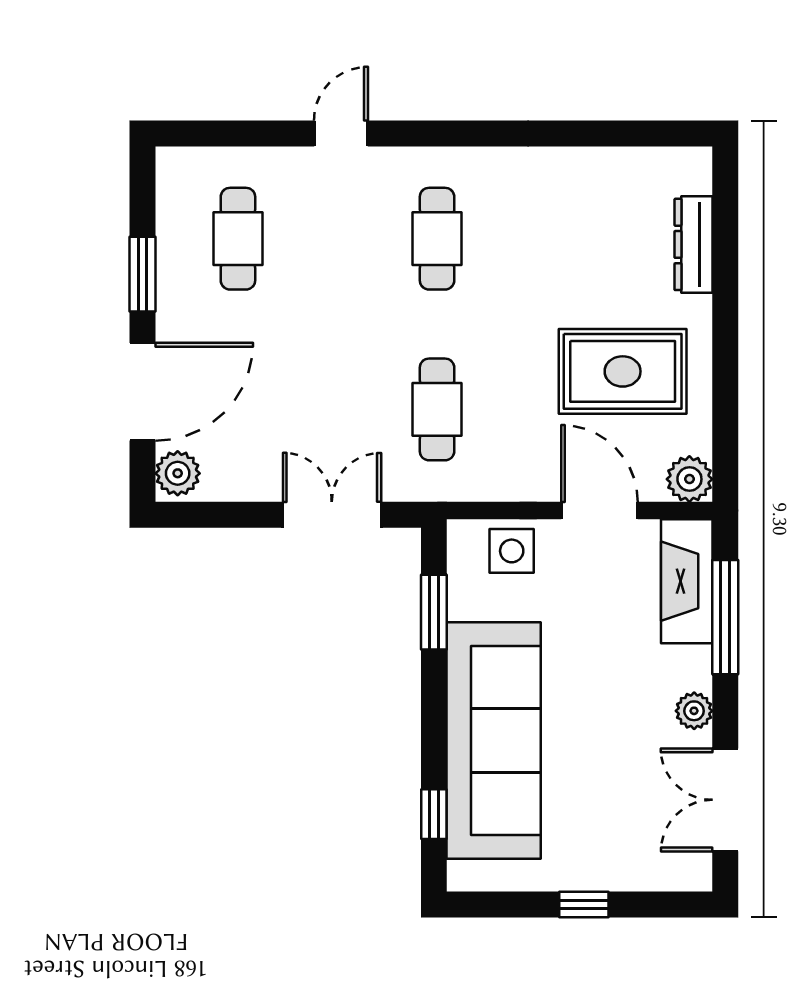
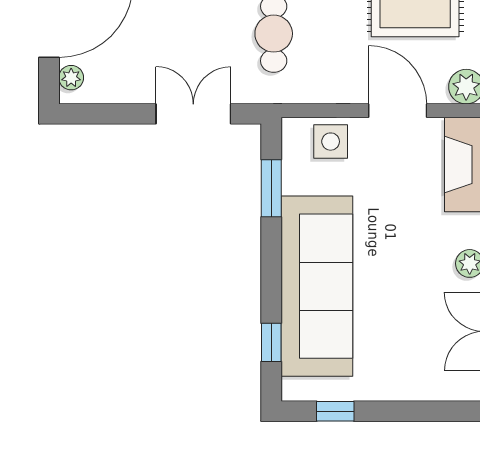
plant: (178, 473) -> (71, 78), width x0.73, depth x0.73
window: (584, 905) -> (335, 411), moved

